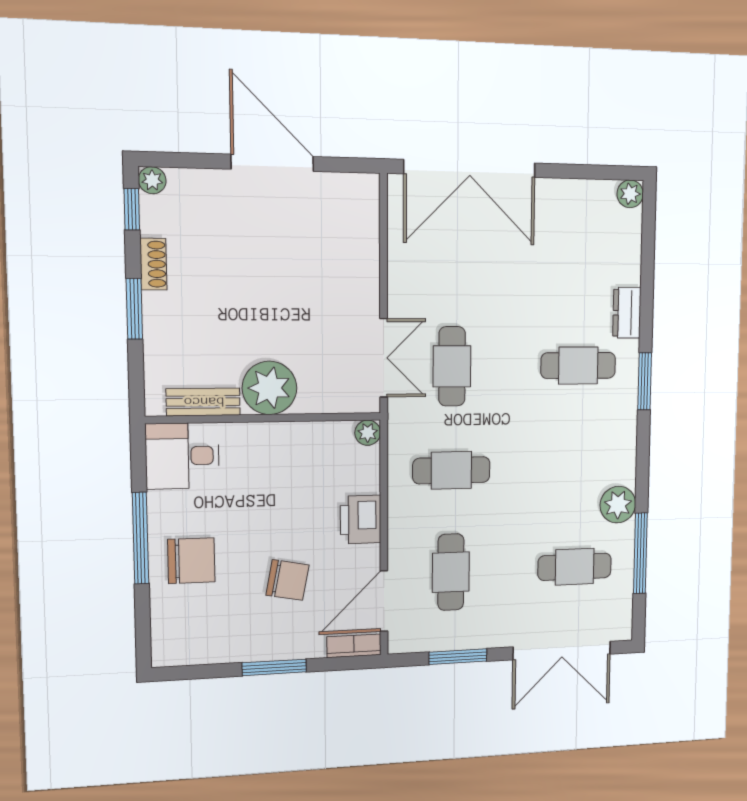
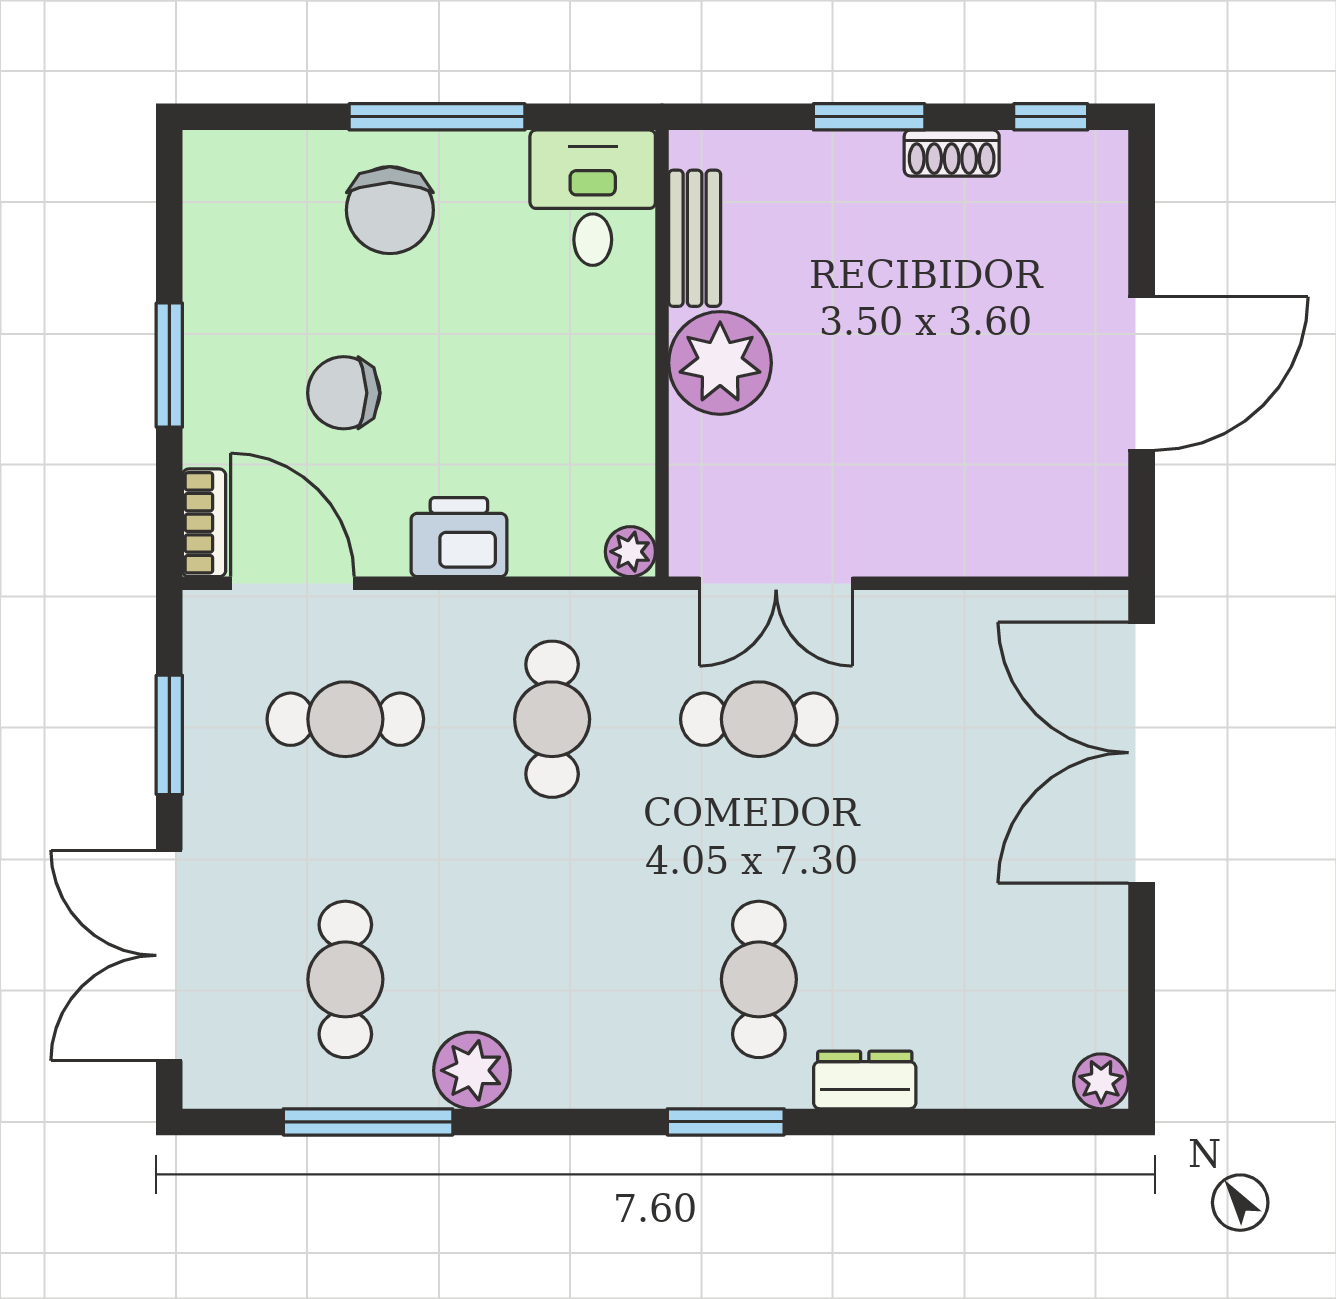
plant: (152, 180) -> (1104, 155), removed
chair: (287, 580) -> (344, 393), turned 79

